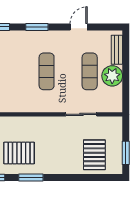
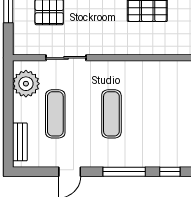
window: (37, 27) -> (124, 172), width x1.44
plant: (112, 76) -> (26, 84), moved

